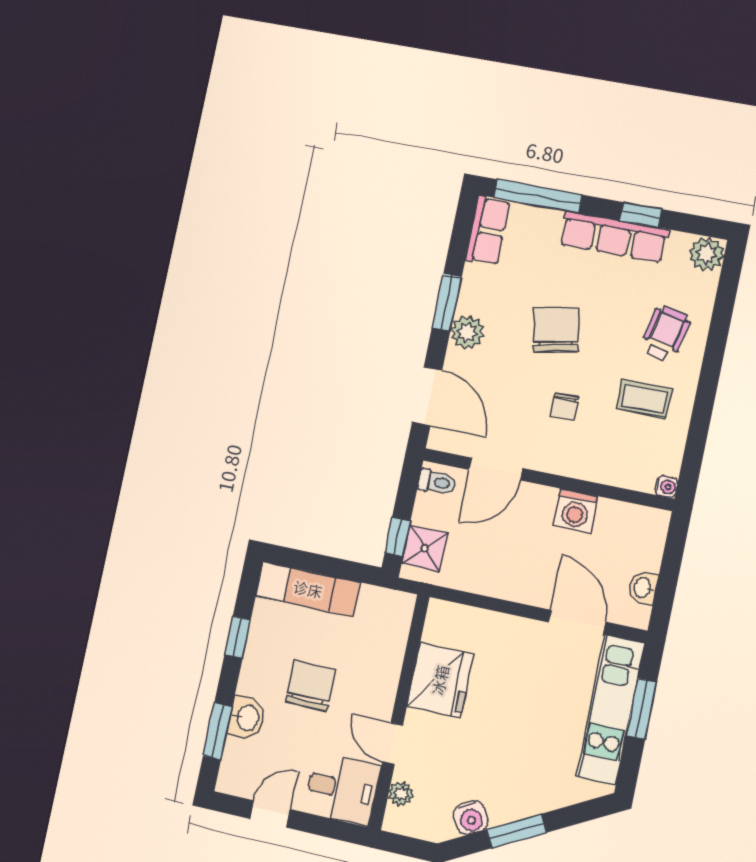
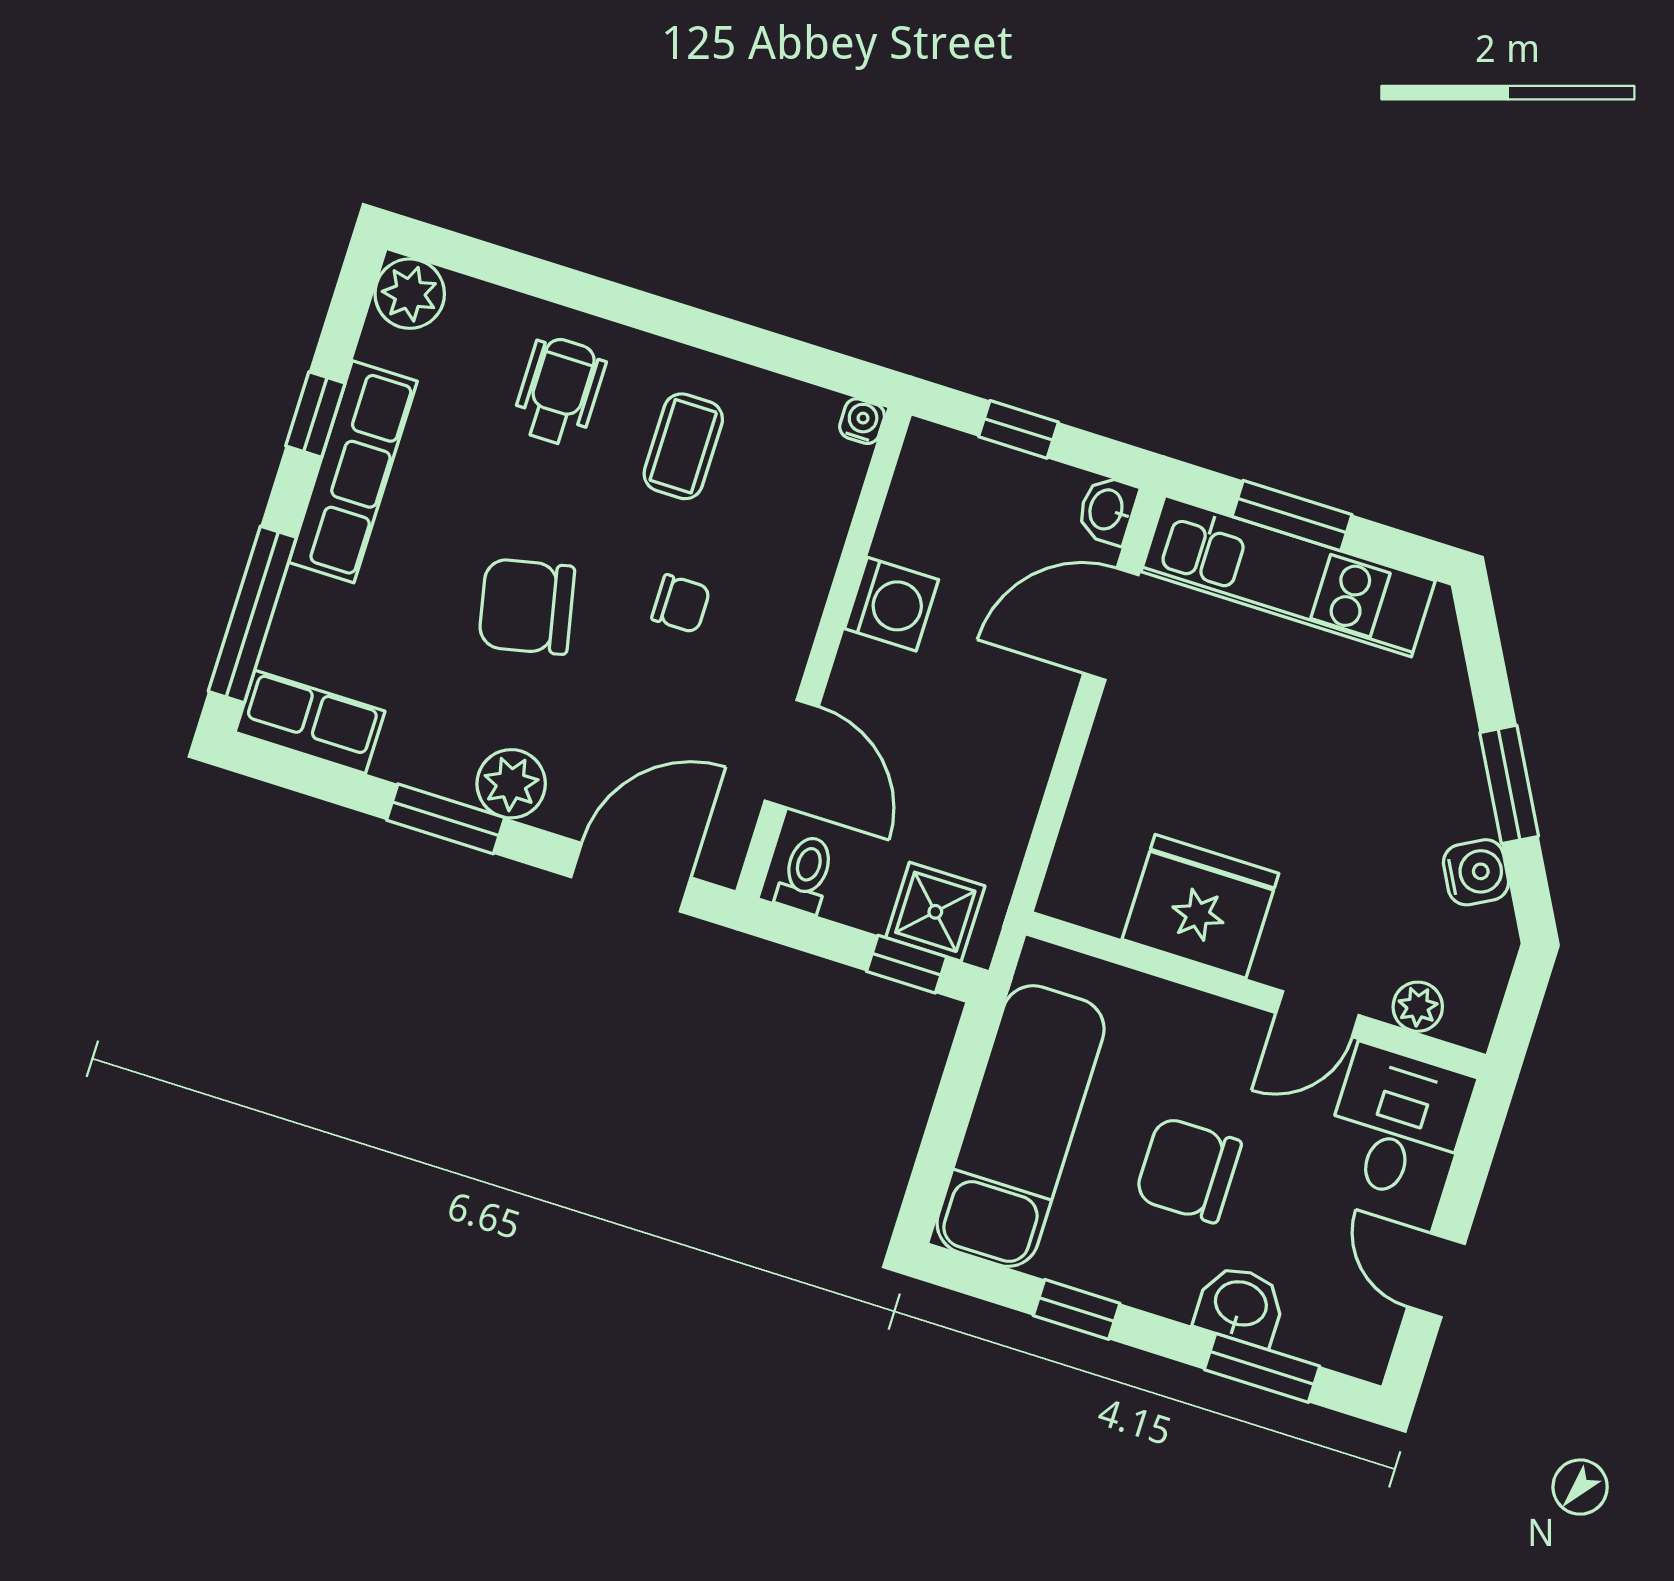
wheelchair: (665, 334) -> (559, 391), turned 78
window: (671, 566) -> (1019, 429), added
washbasin: (643, 588) -> (1107, 510), moved, turned 90
exam couch: (308, 589) -> (1021, 1126), width x1.36, depth x1.45

